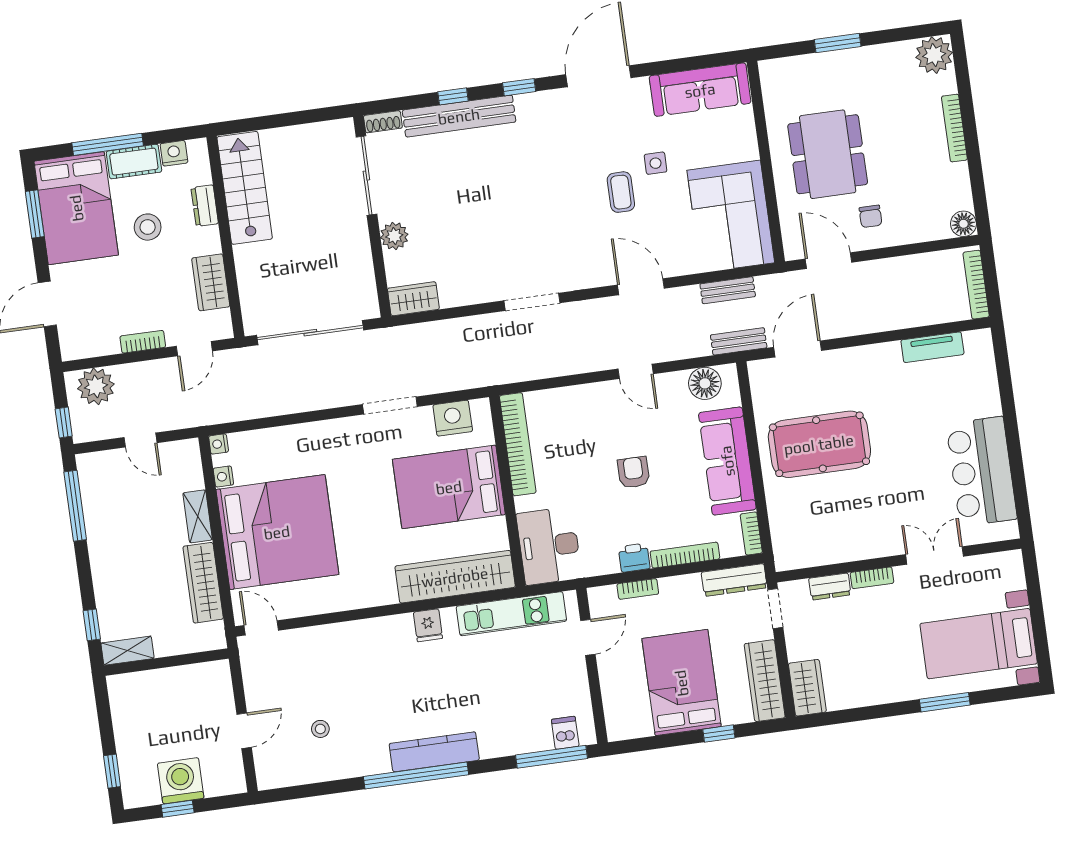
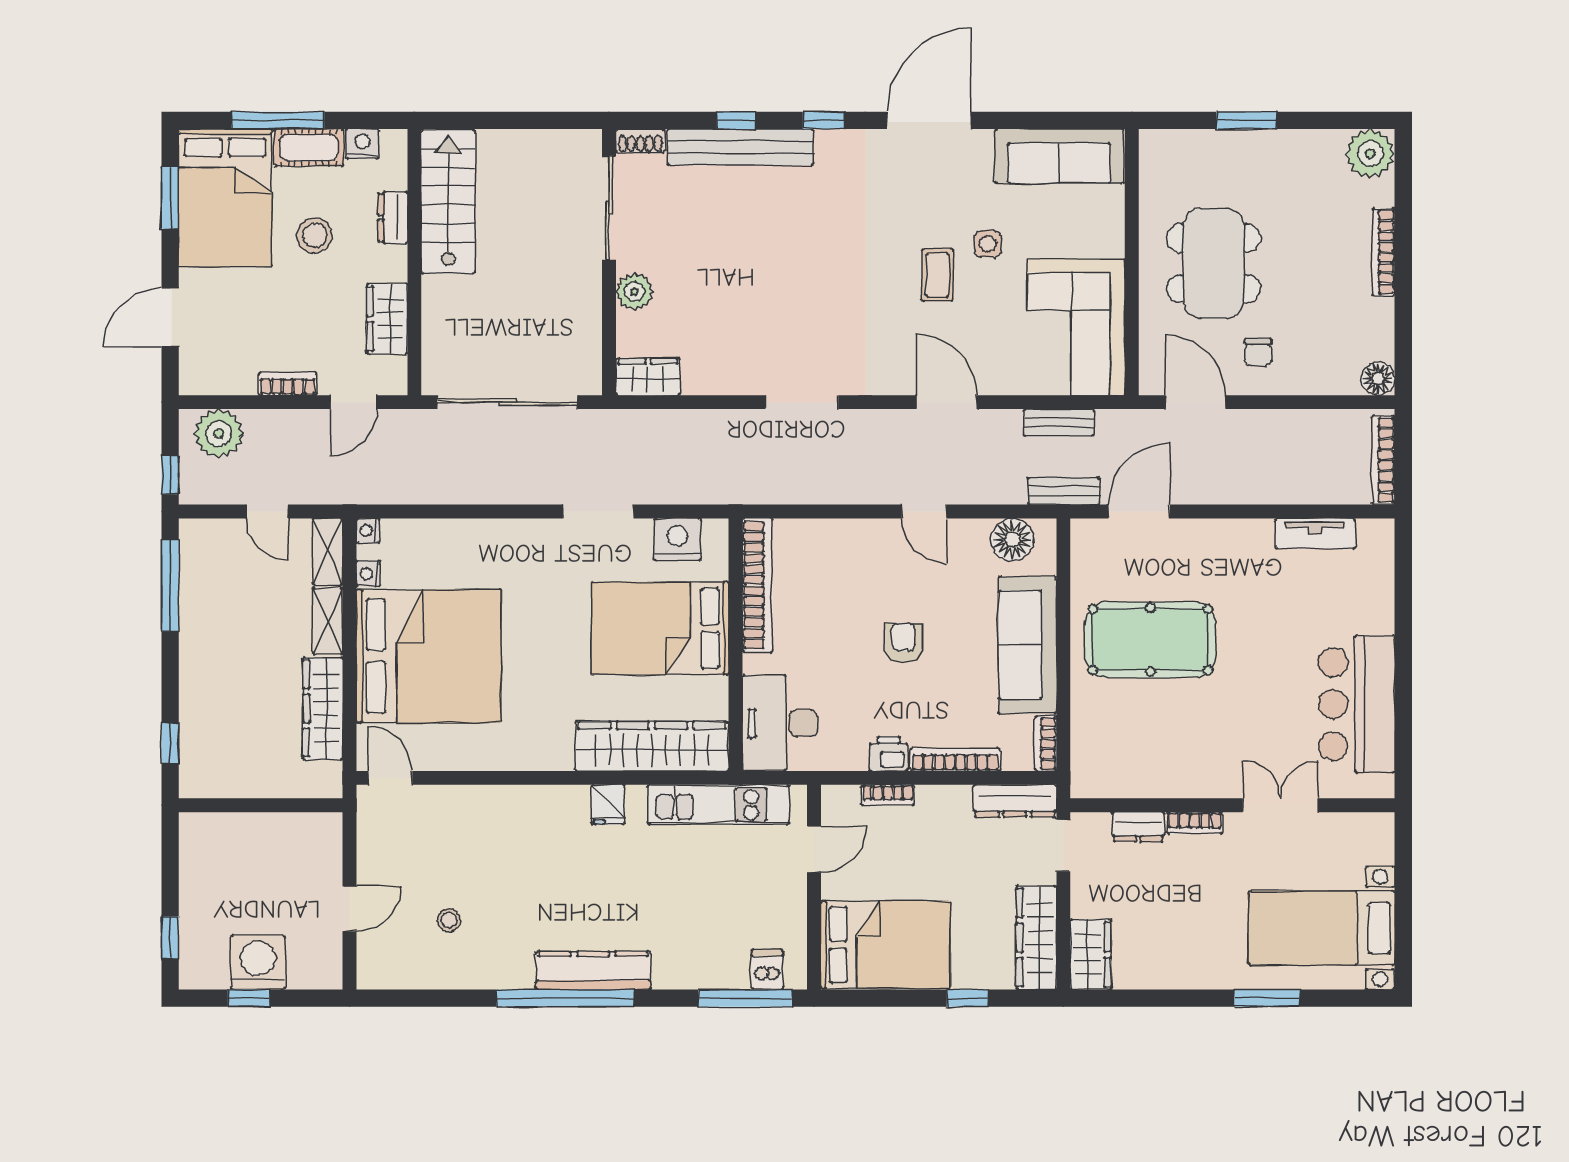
shelving: (128, 651) -> (328, 552), moved, turned 90
bed: (681, 683) -> (886, 945), moved, turned 90

